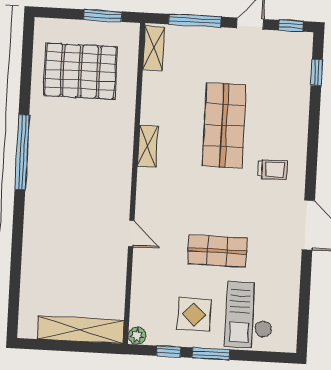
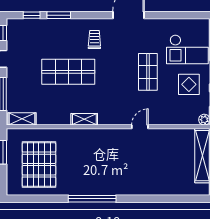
window: (314, 115) -> (59, 15), added

